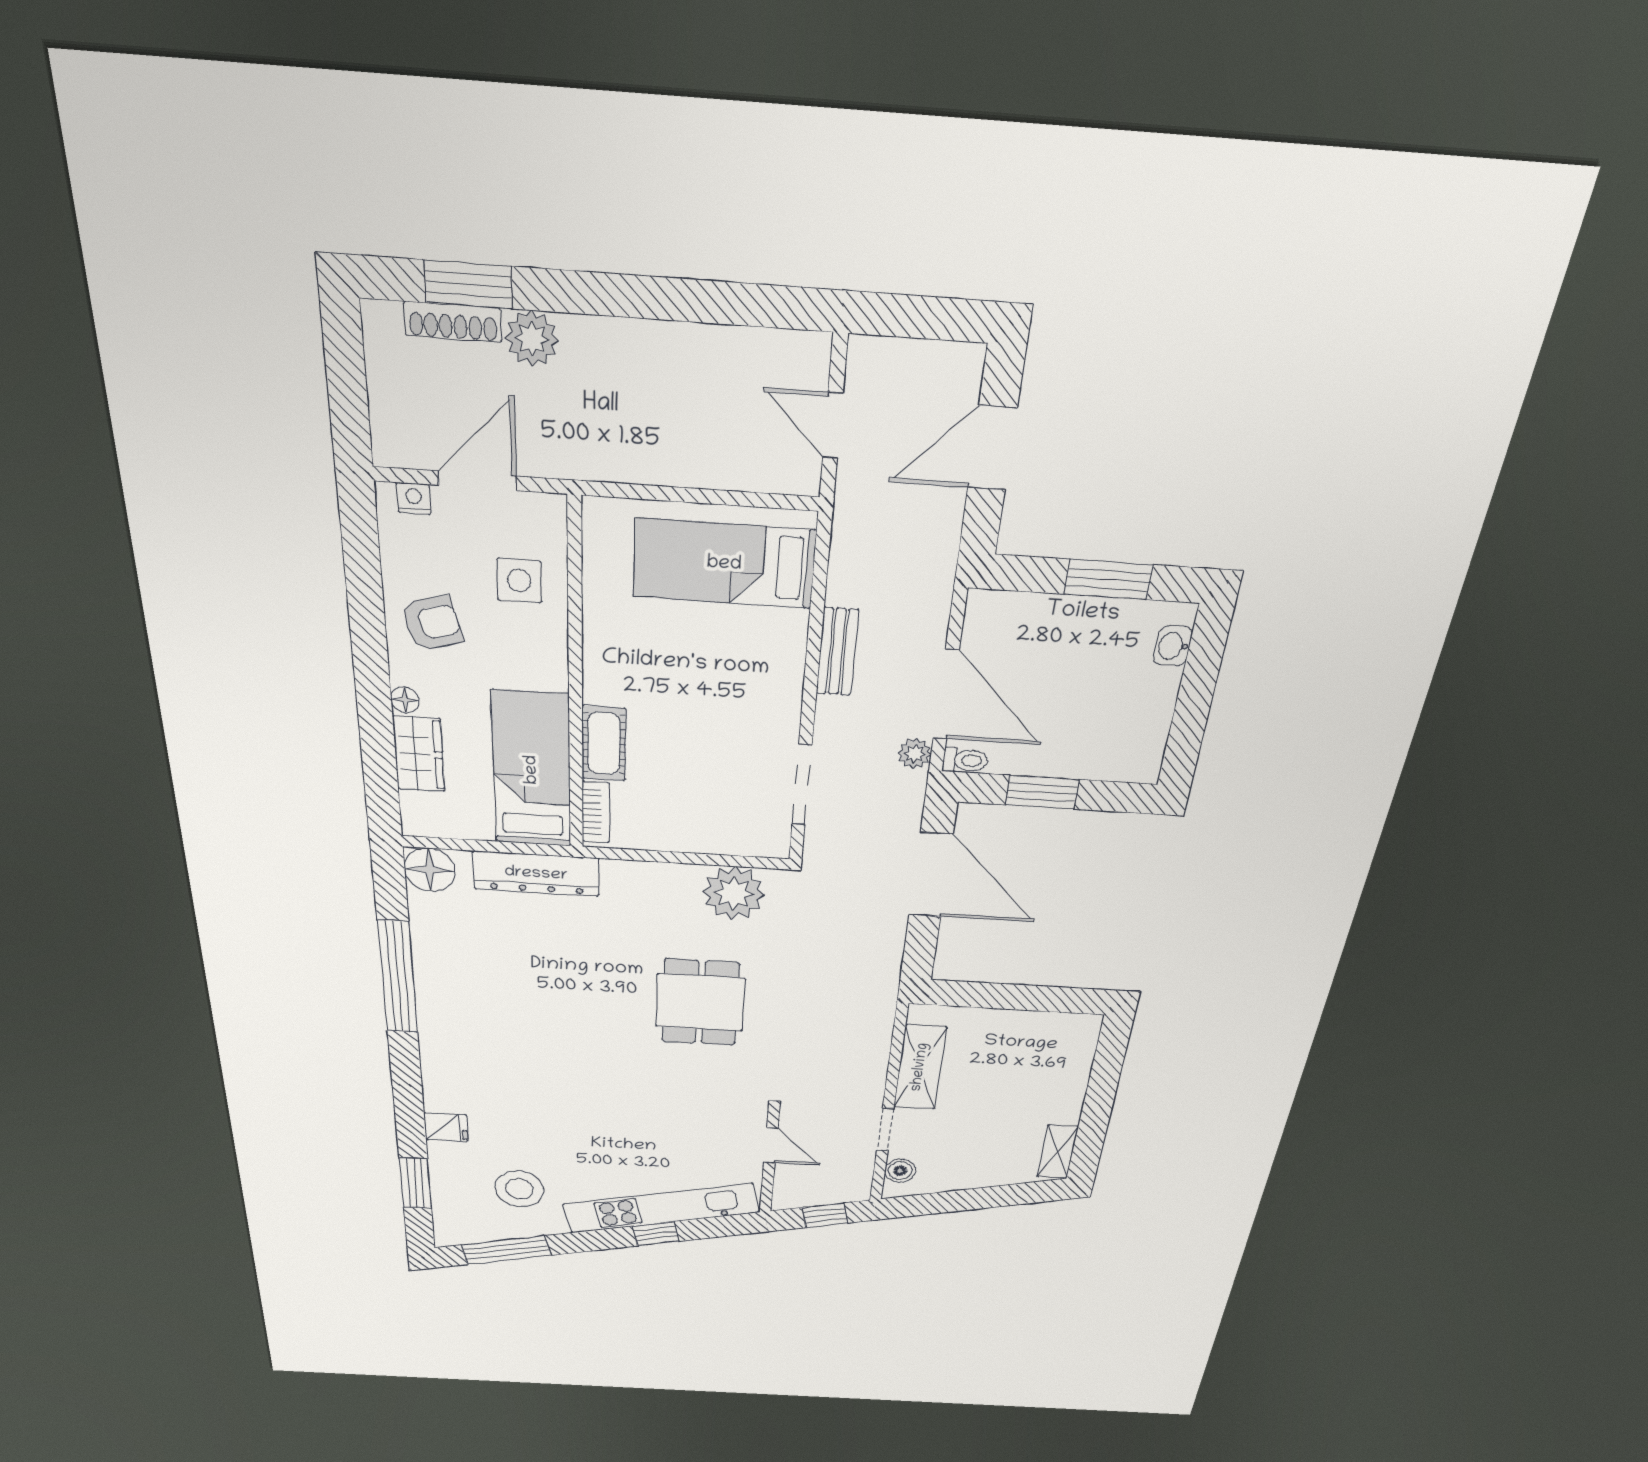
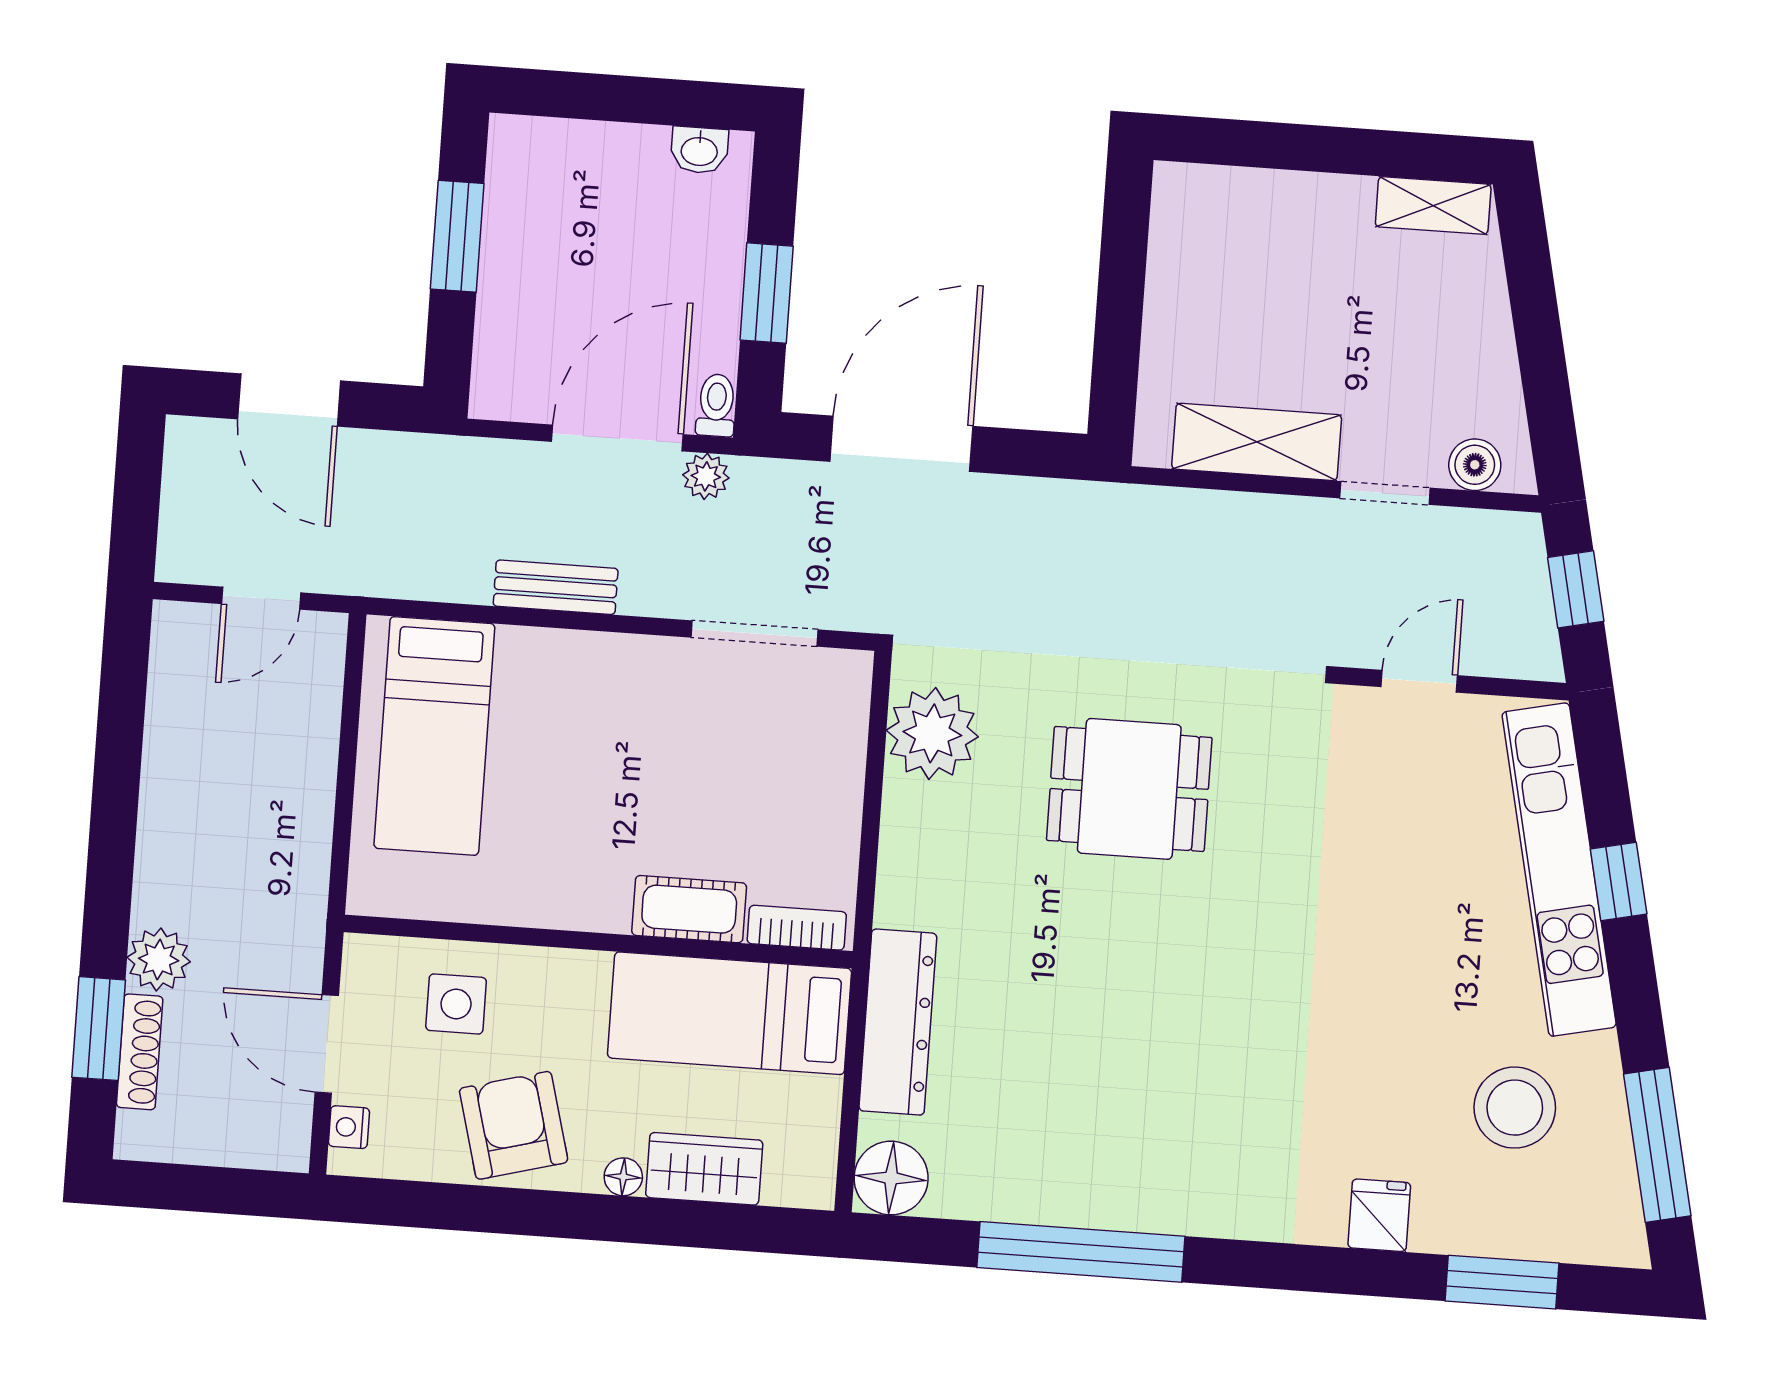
armchair: (432, 623) -> (514, 1125), width x1.38, depth x1.38
washbasin: (1173, 646) -> (699, 150), moved

